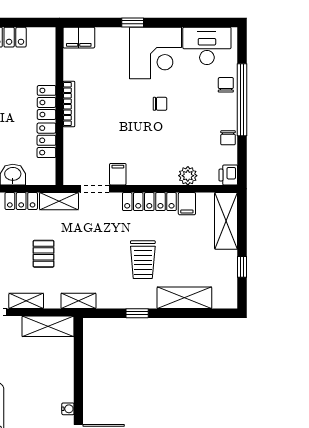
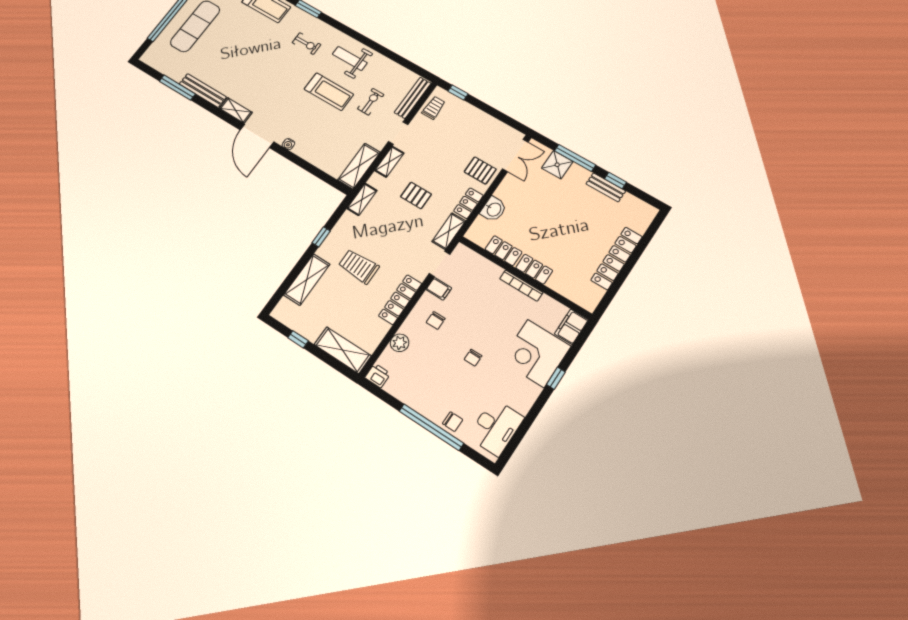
corner desk: (156, 53) -> (536, 353), moved
chair: (228, 138) -> (436, 320), moved, turned -90
filing cabinet: (187, 204) -> (378, 328), removed

